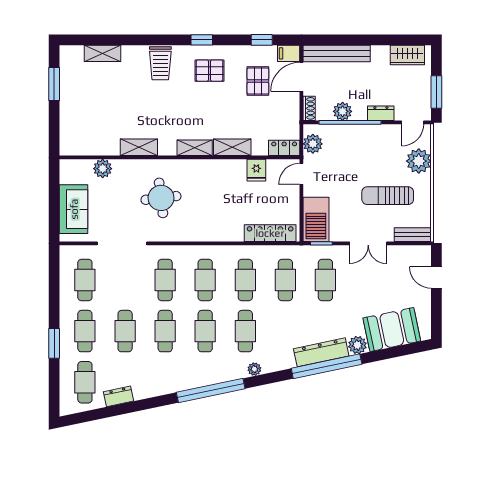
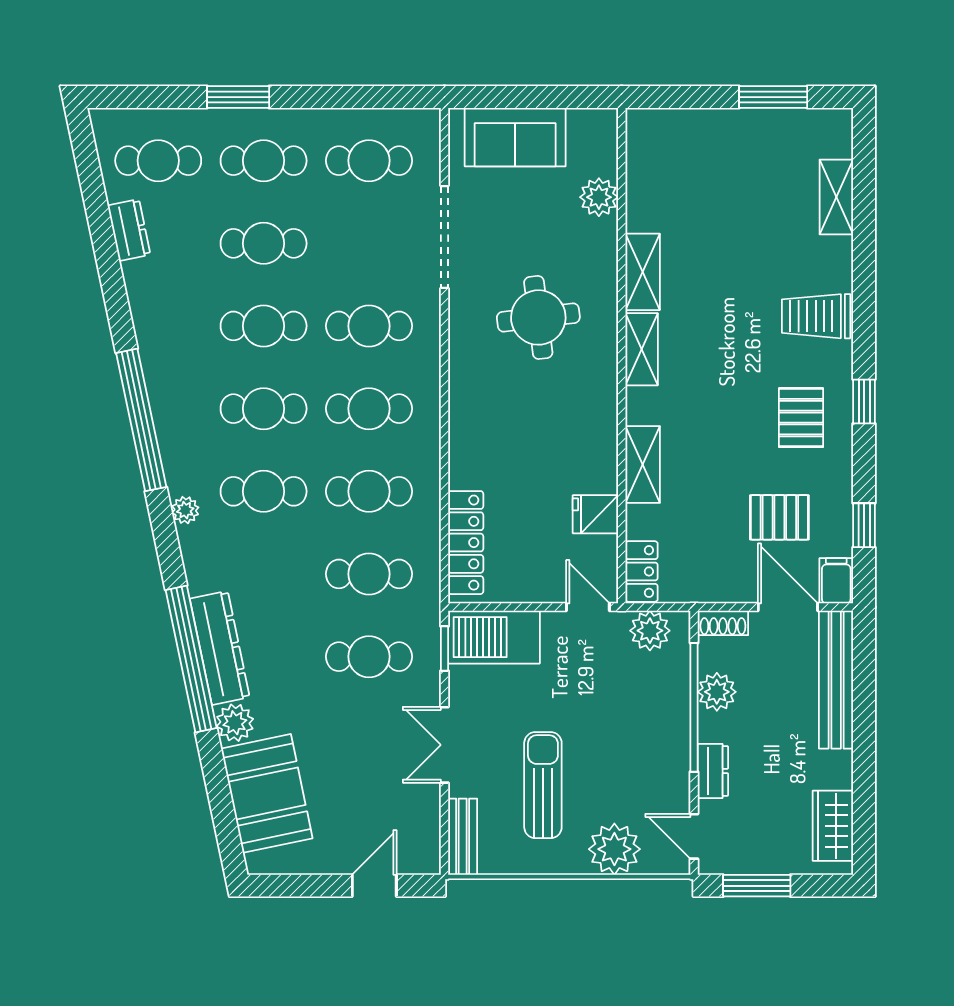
shelving: (195, 148) -> (642, 349), moved

